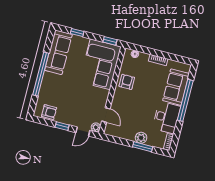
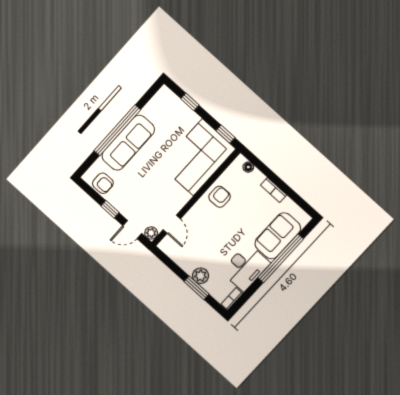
sofa: (58, 52) -> (128, 143), moved

